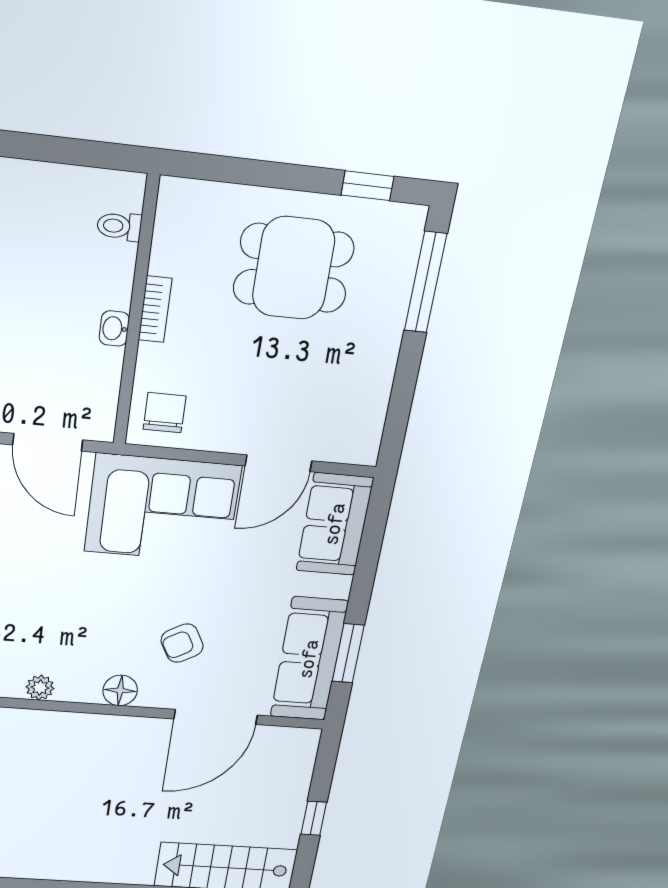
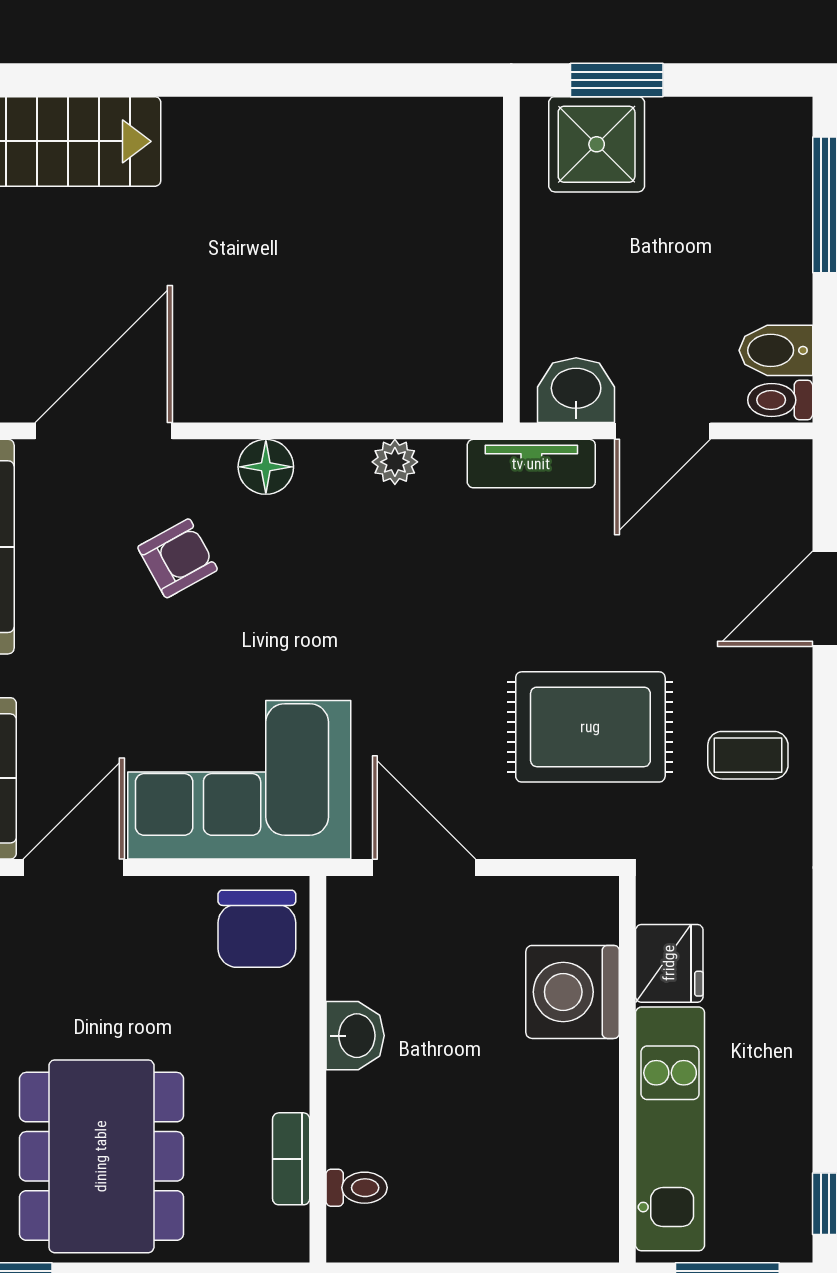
dining table: (294, 268) -> (101, 1156), width x1.38
bookcase: (155, 309) -> (291, 1159), moved
washbasin: (114, 328) -> (355, 1036), width x1.38, depth x1.45
chair: (165, 413) -> (257, 929), width x1.37, depth x1.37

